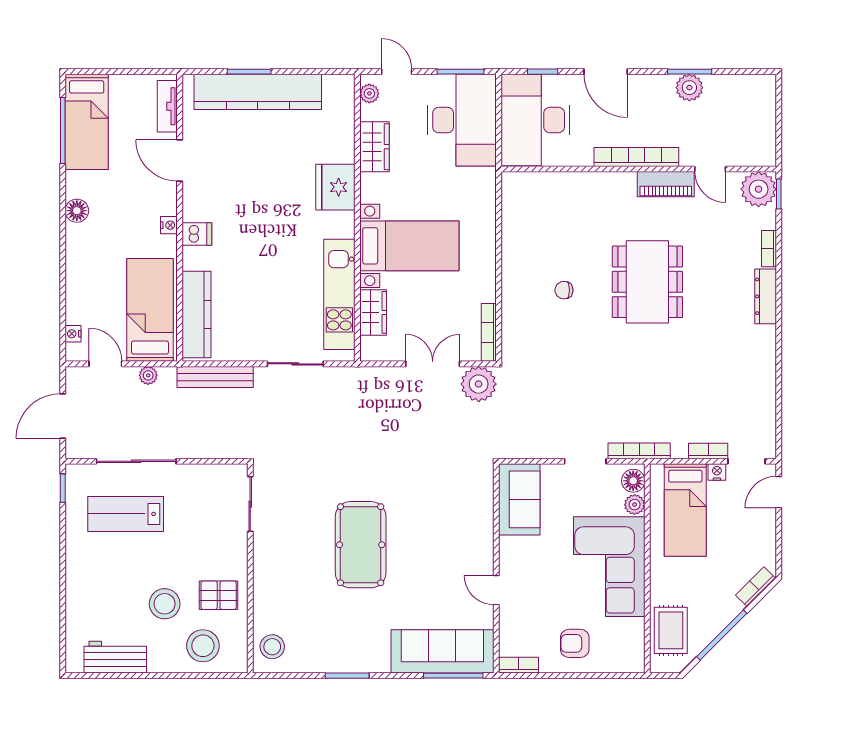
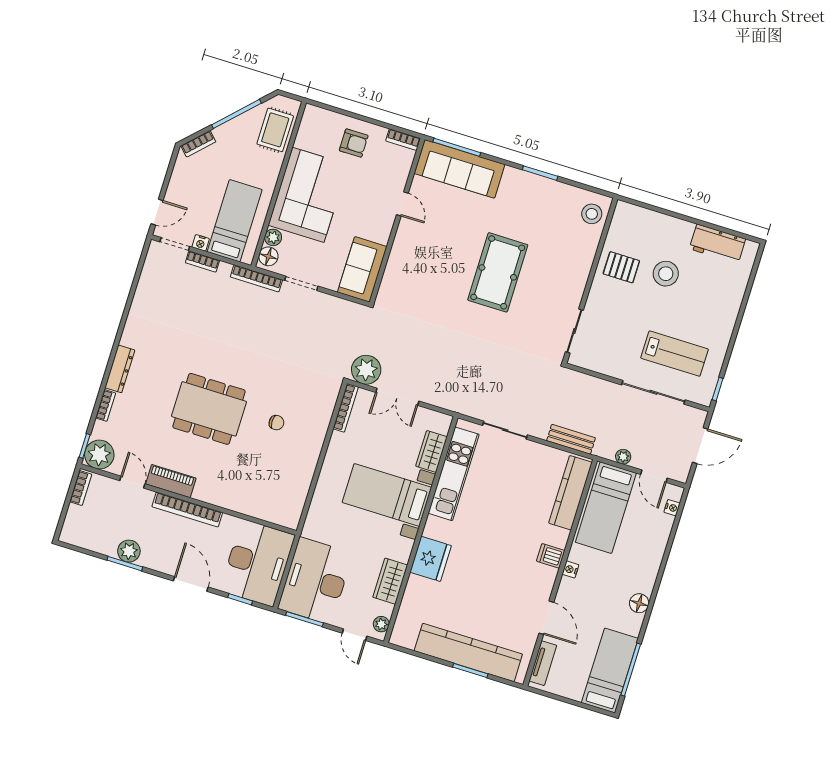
bookcase: (768, 144) -> (81, 488), added
dining table: (647, 282) -> (209, 409), turned 90
bench: (215, 377) -> (571, 439), width x0.73
stool: (203, 646) -> (646, 231), removed

